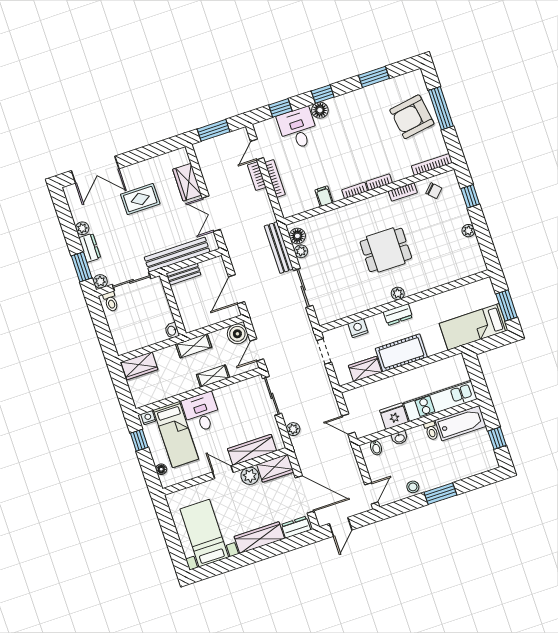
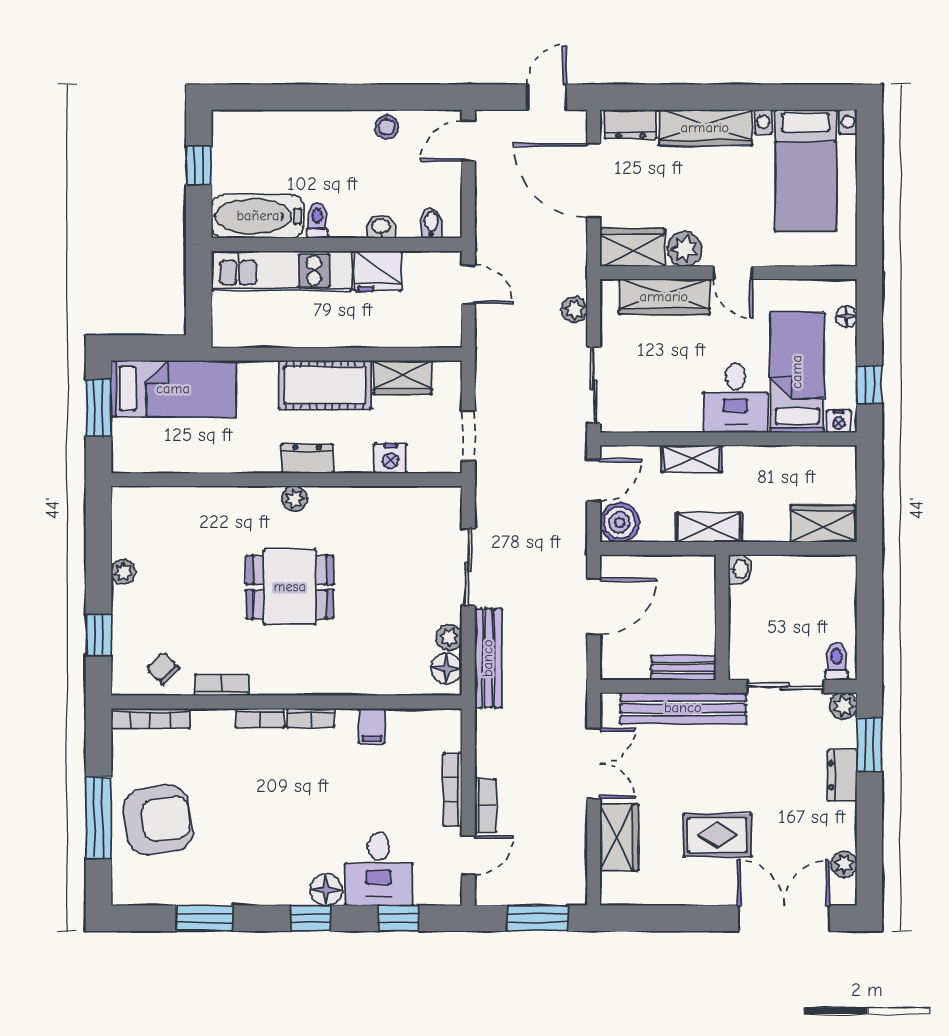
plant: (82, 228) -> (844, 864), moved
window: (440, 494) -> (339, 97), removed

